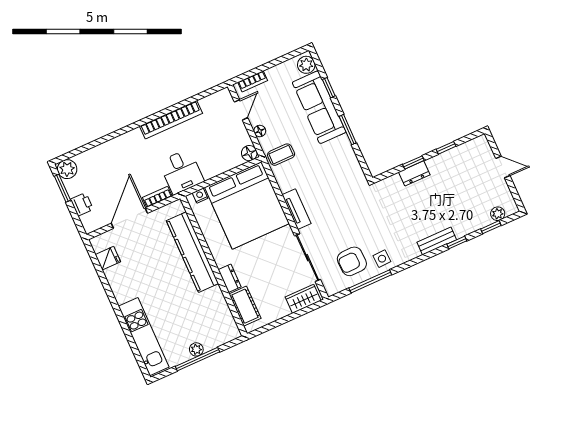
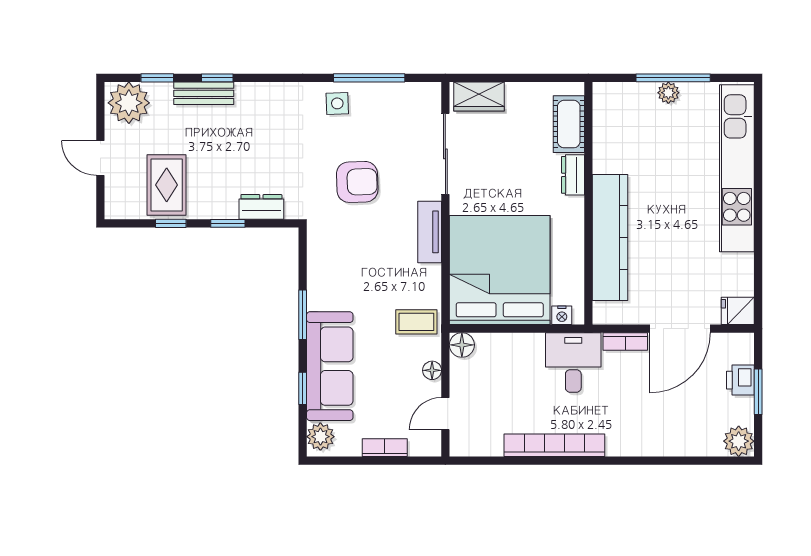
bookcase: (253, 81) -> (385, 448), moved
rug: (458, 169) -> (167, 185), added
dresser: (414, 173) -> (261, 207), moved
window: (62, 188) -> (758, 392), moved
plant: (498, 214) -> (129, 103), width x1.87, depth x1.87
bench: (437, 241) -> (204, 93), moved
fridge: (108, 258) -> (738, 311), moved
armchair: (352, 261) -> (357, 182), moved
kitchen unit: (144, 337) -> (737, 168), width x1.36

